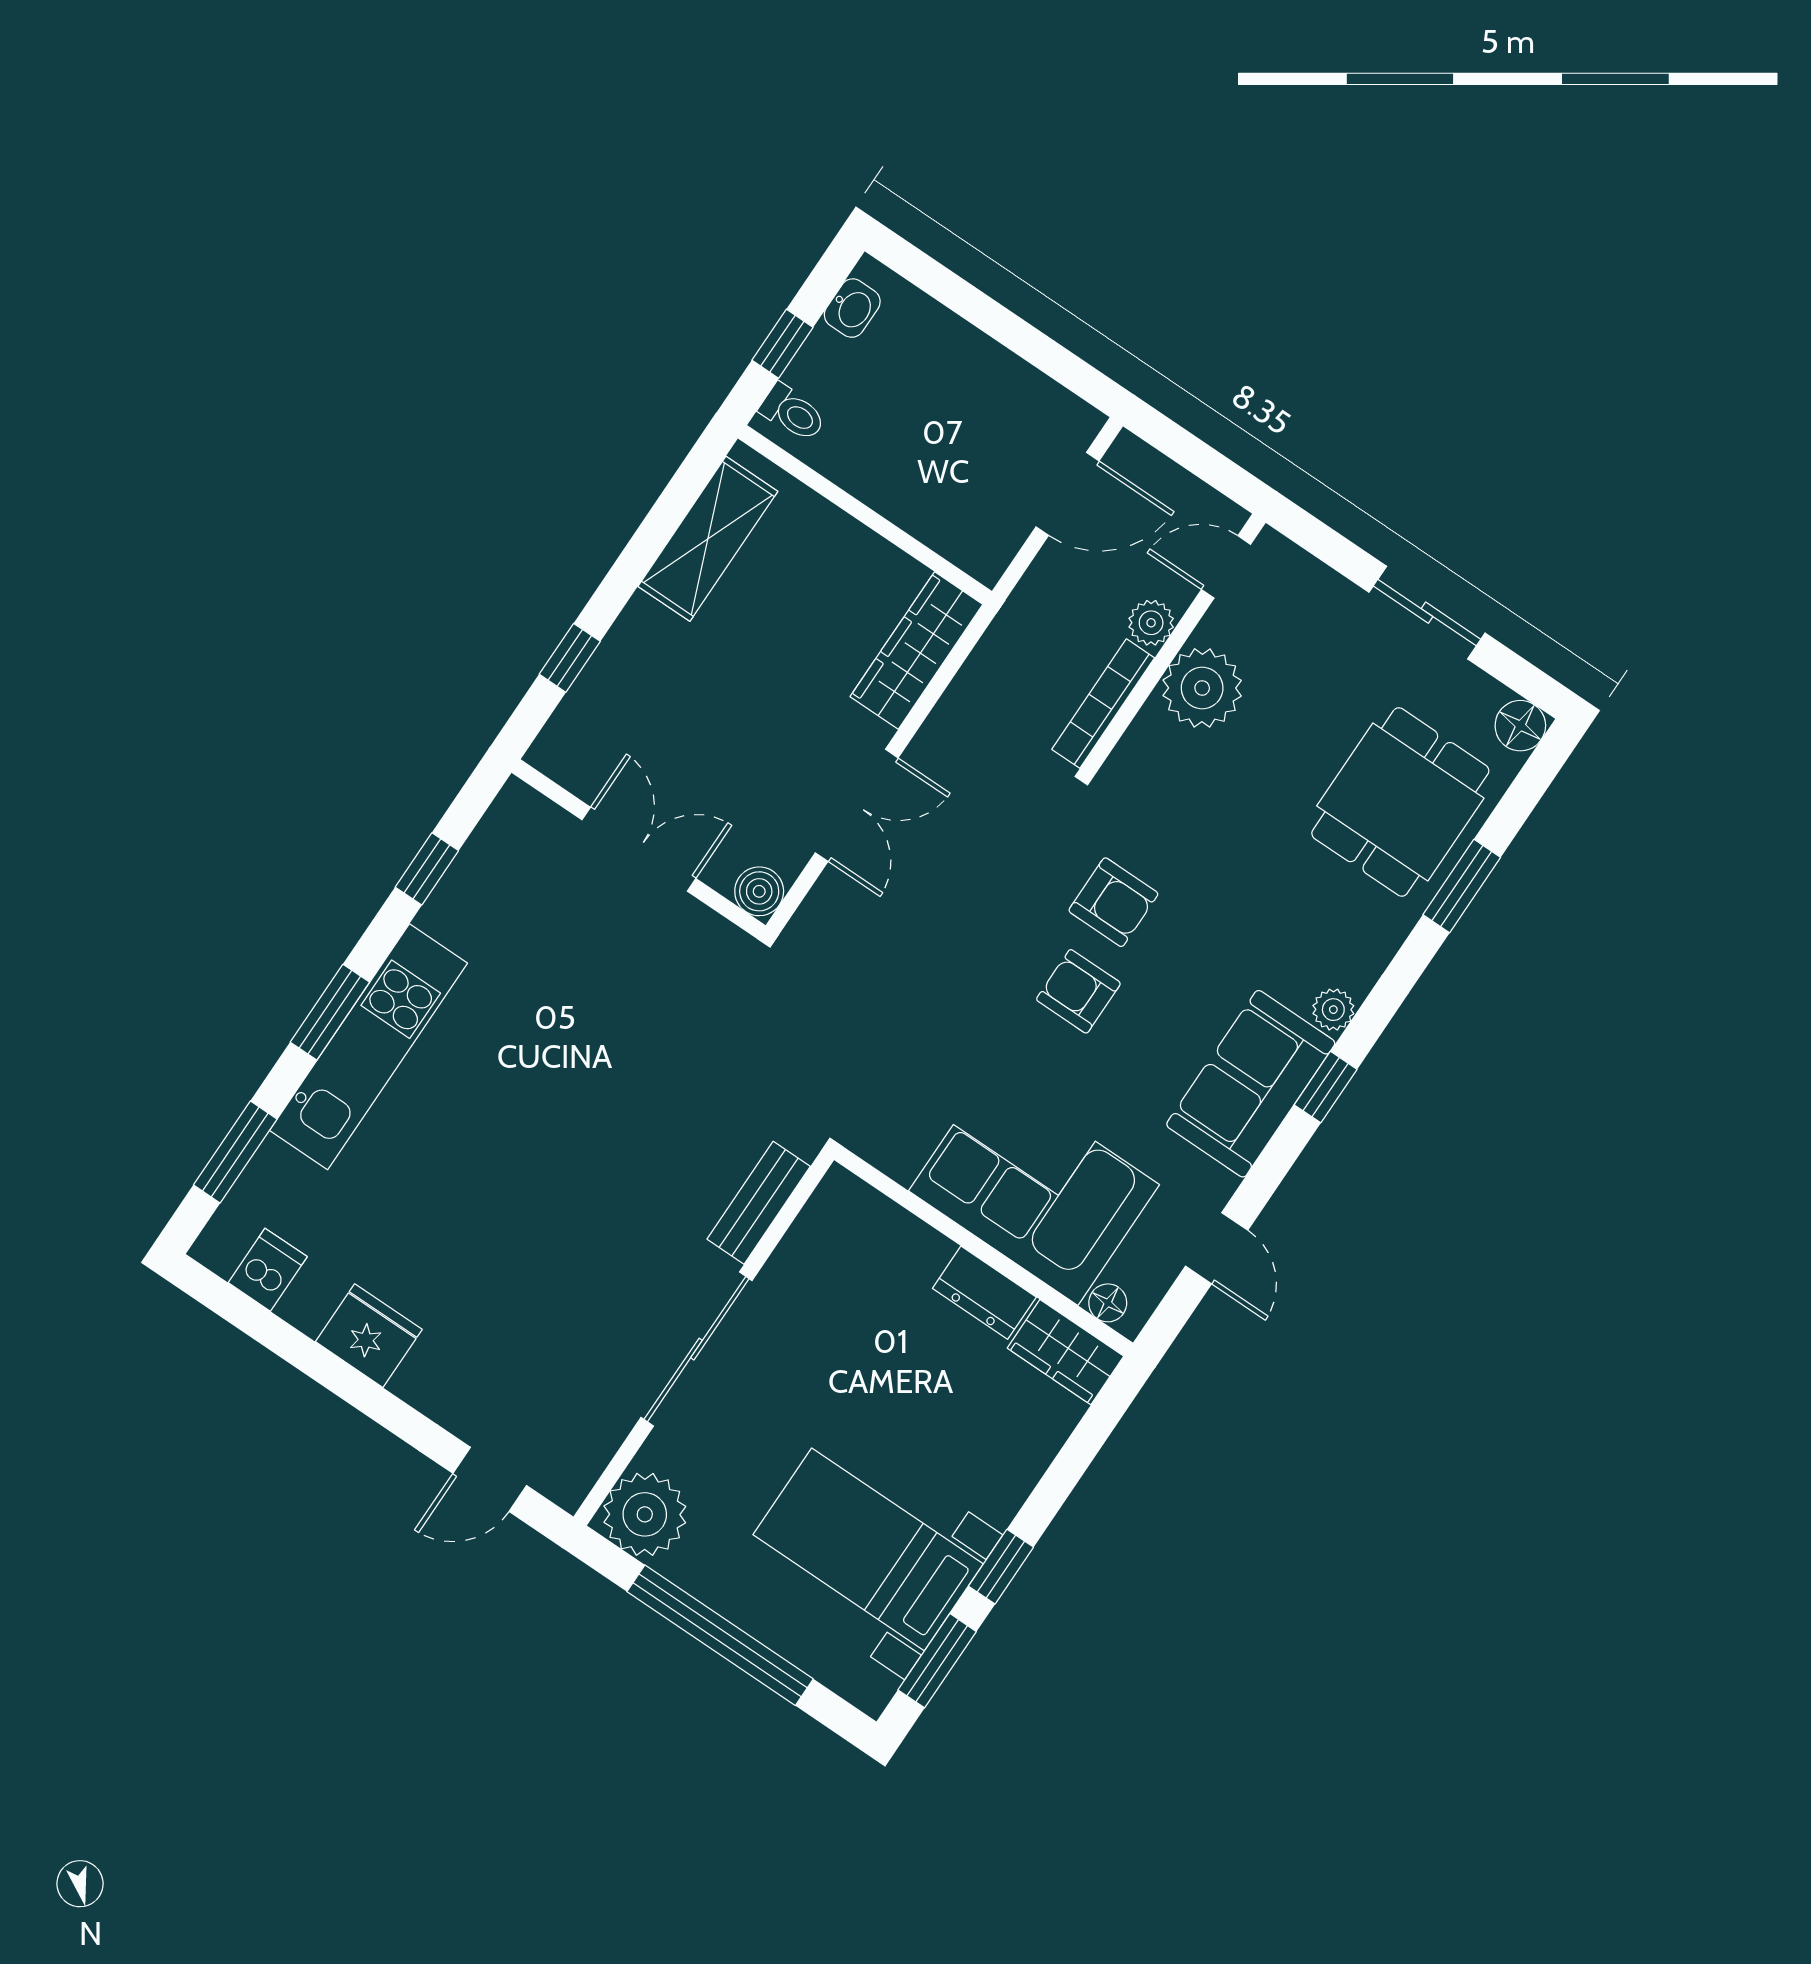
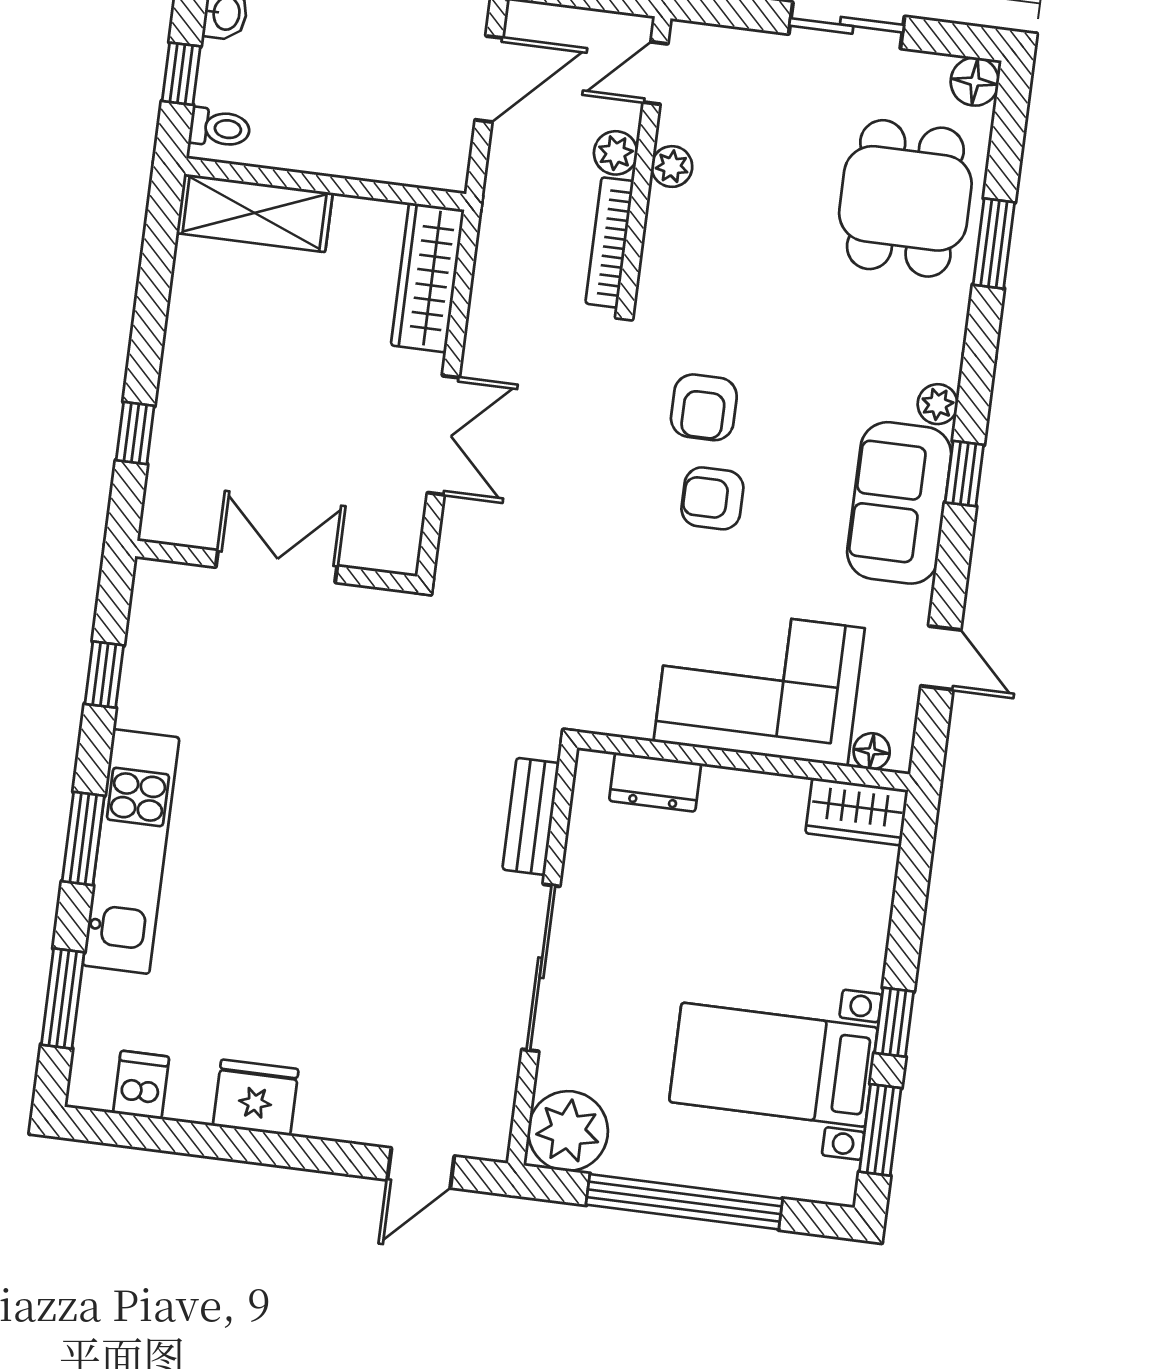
shelving: (708, 539) -> (255, 213), moved, turned 90
plant: (1202, 688) -> (672, 167), width x0.53, depth x0.53
boiler: (759, 891) -> (397, 551), removed
armchair: (1113, 902) -> (704, 407), turned 90
dresser: (984, 1293) -> (655, 782), moved

